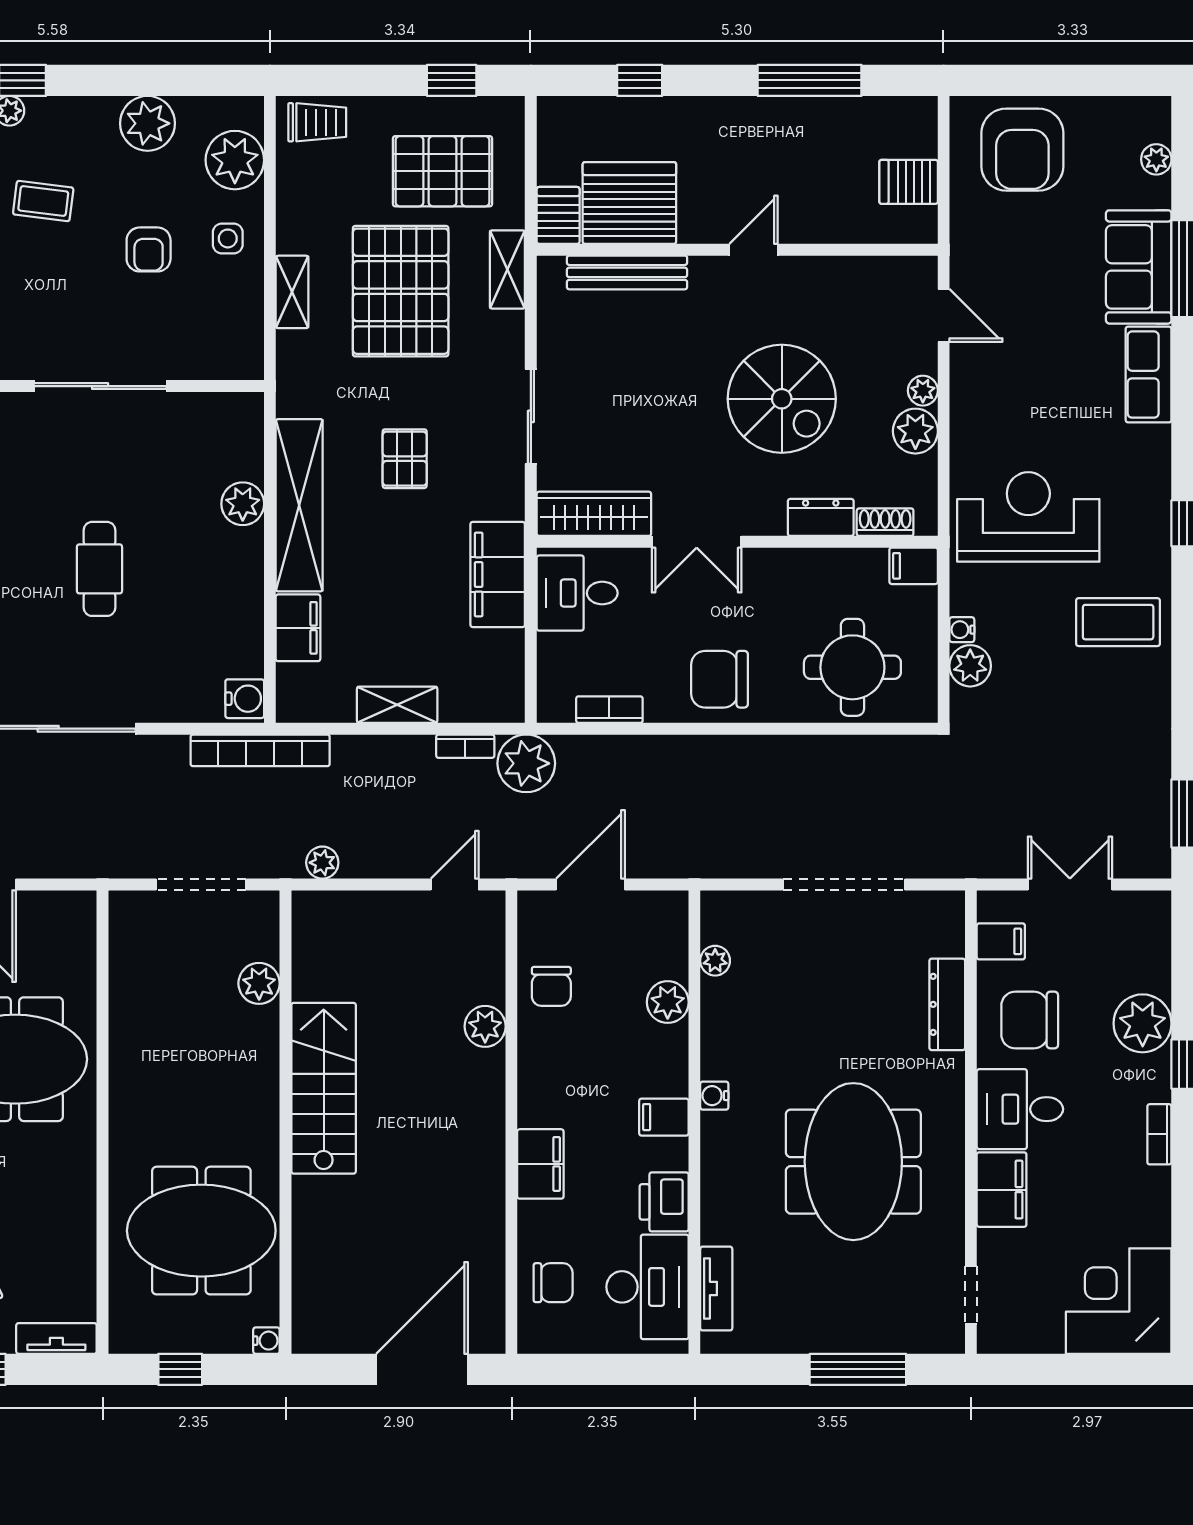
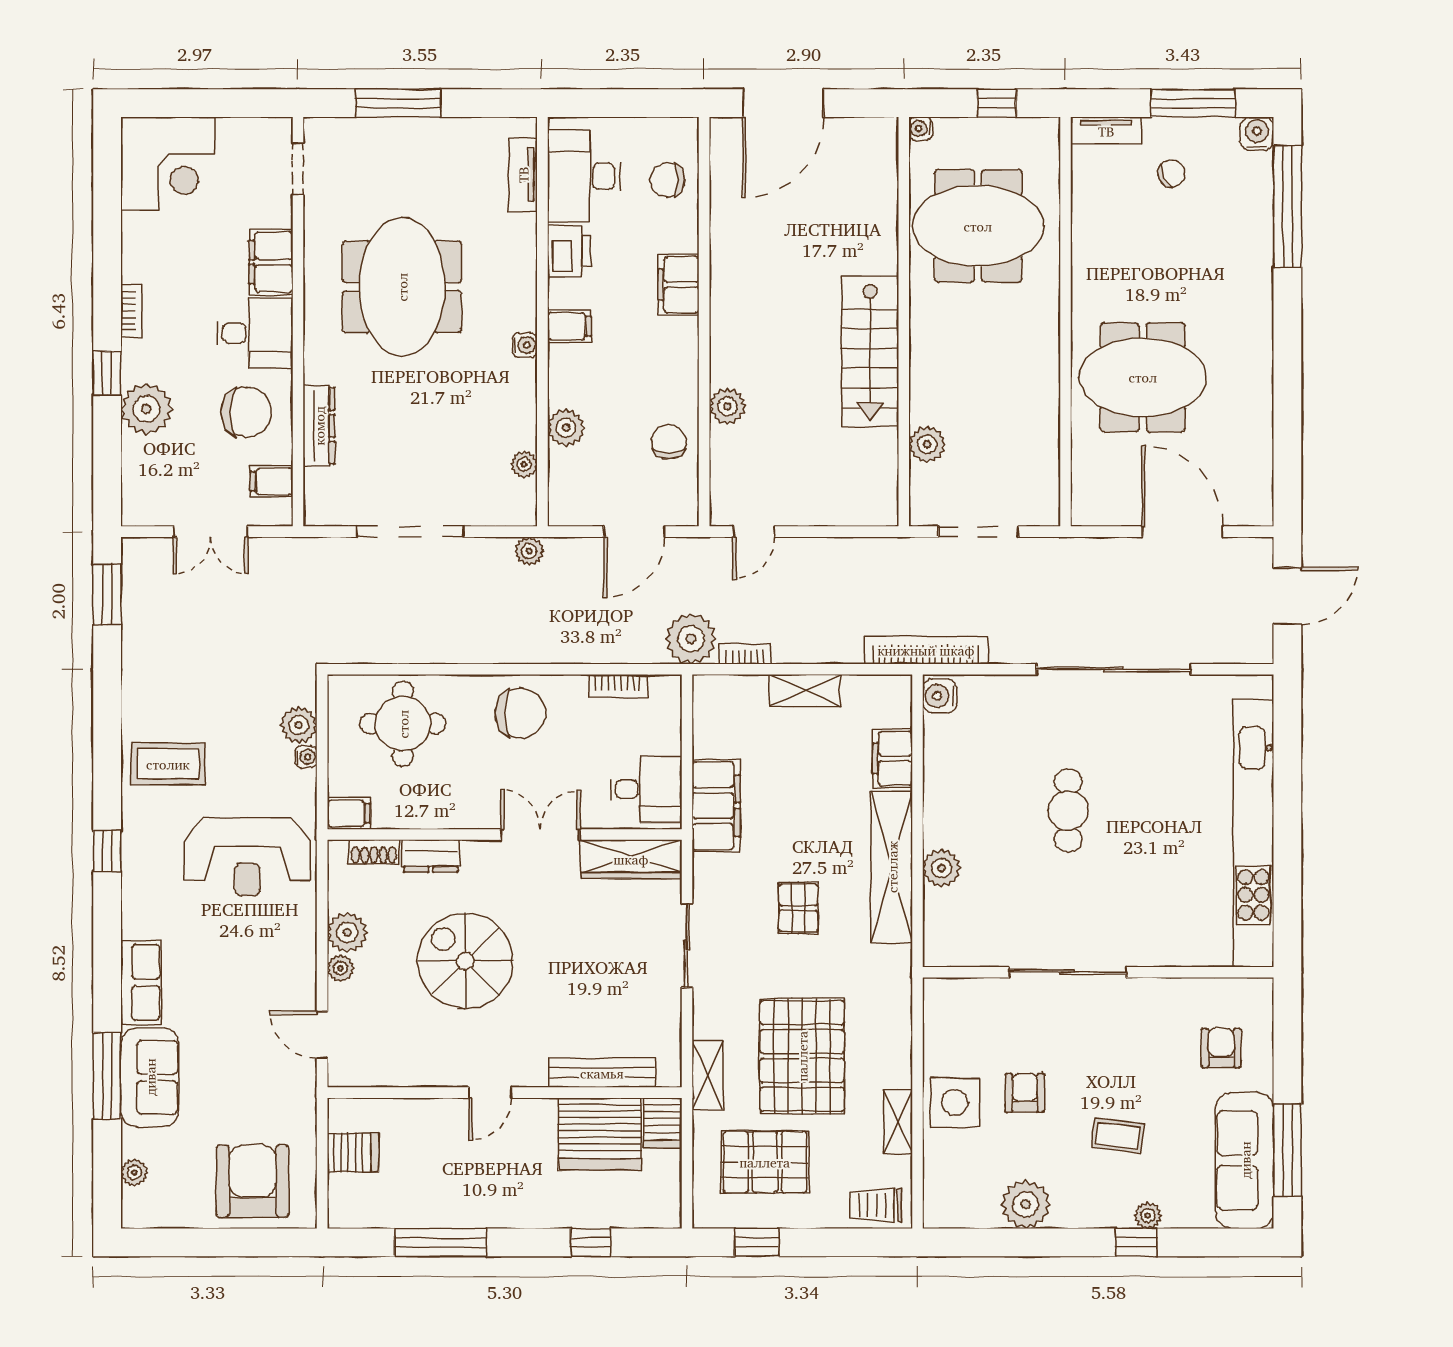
plant: (235, 160) -> (948, 1172), removed
side table: (228, 238) -> (955, 1103), width x1.87, depth x1.87
shelving: (292, 292) -> (898, 1122), moved
plant: (322, 863) -> (529, 551), moved

